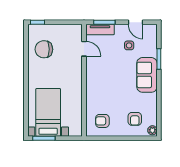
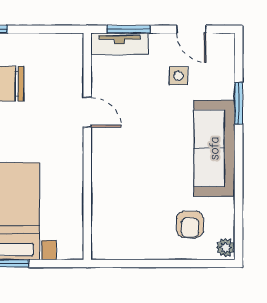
door: (84, 49) -> (87, 112), moved
sofa: (147, 75) -> (214, 148), width x1.36
armchair: (102, 121) -> (124, 229), removed

